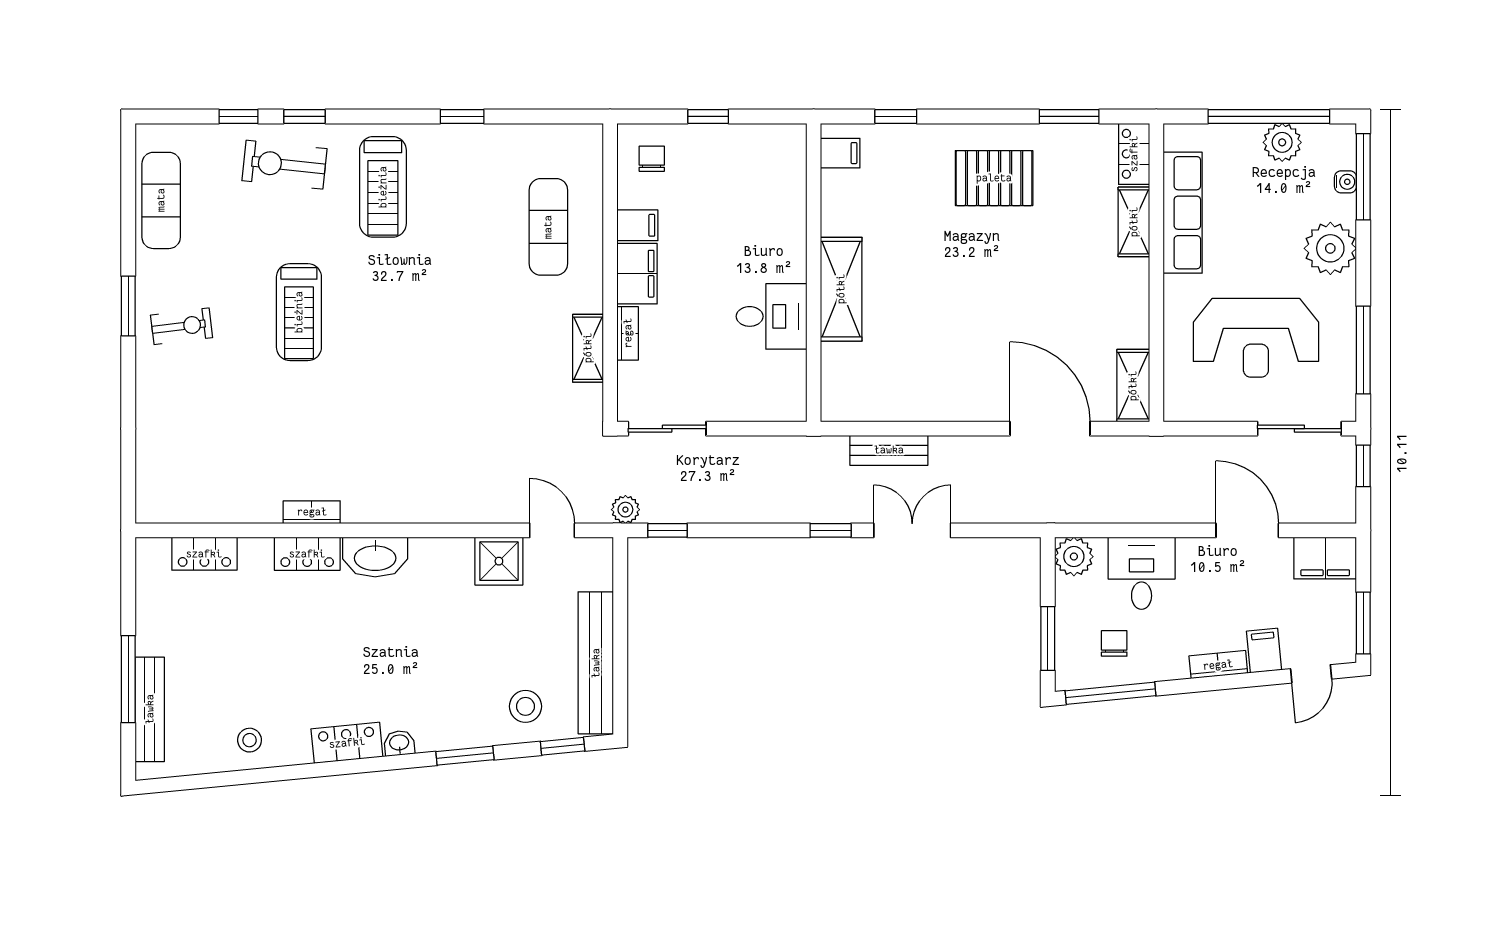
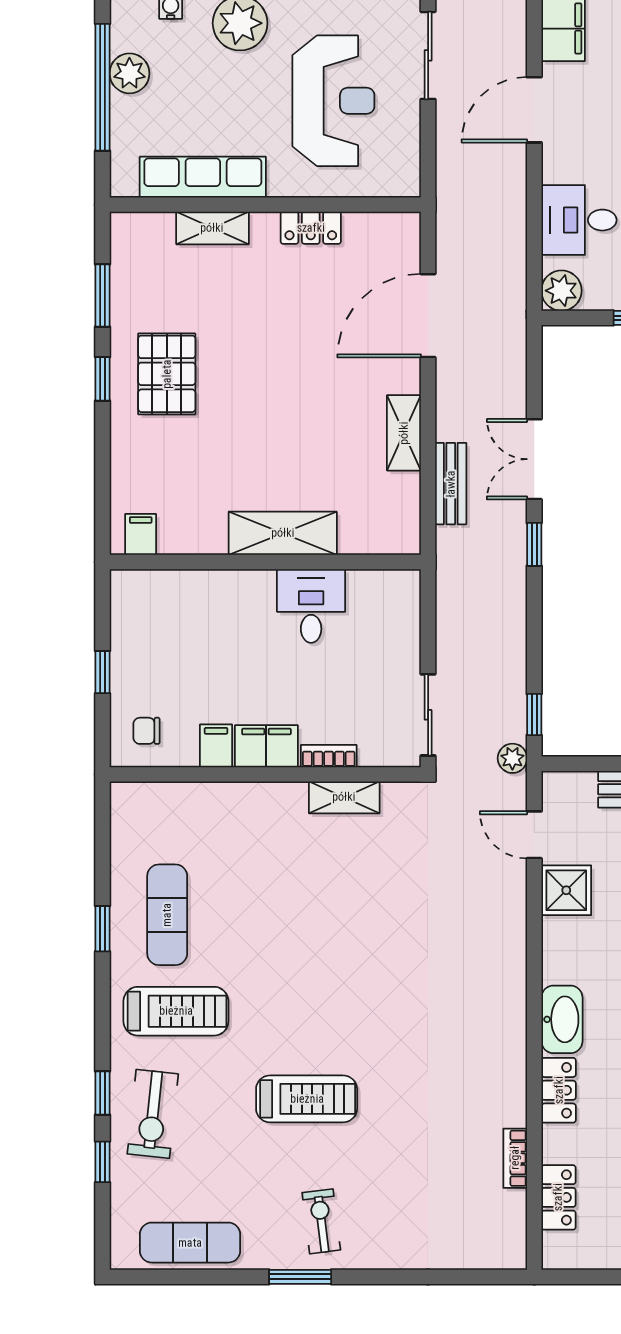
window: (896, 116) -> (102, 379), moved
locker: (1134, 154) -> (311, 228), moved
exercise mat: (548, 227) -> (167, 915), moved, turned 90
shelving: (1133, 386) -> (404, 433), moved, turned 90
bookcase: (312, 512) -> (515, 1158), moved
door: (552, 530) -> (534, 835), hinge flipped

